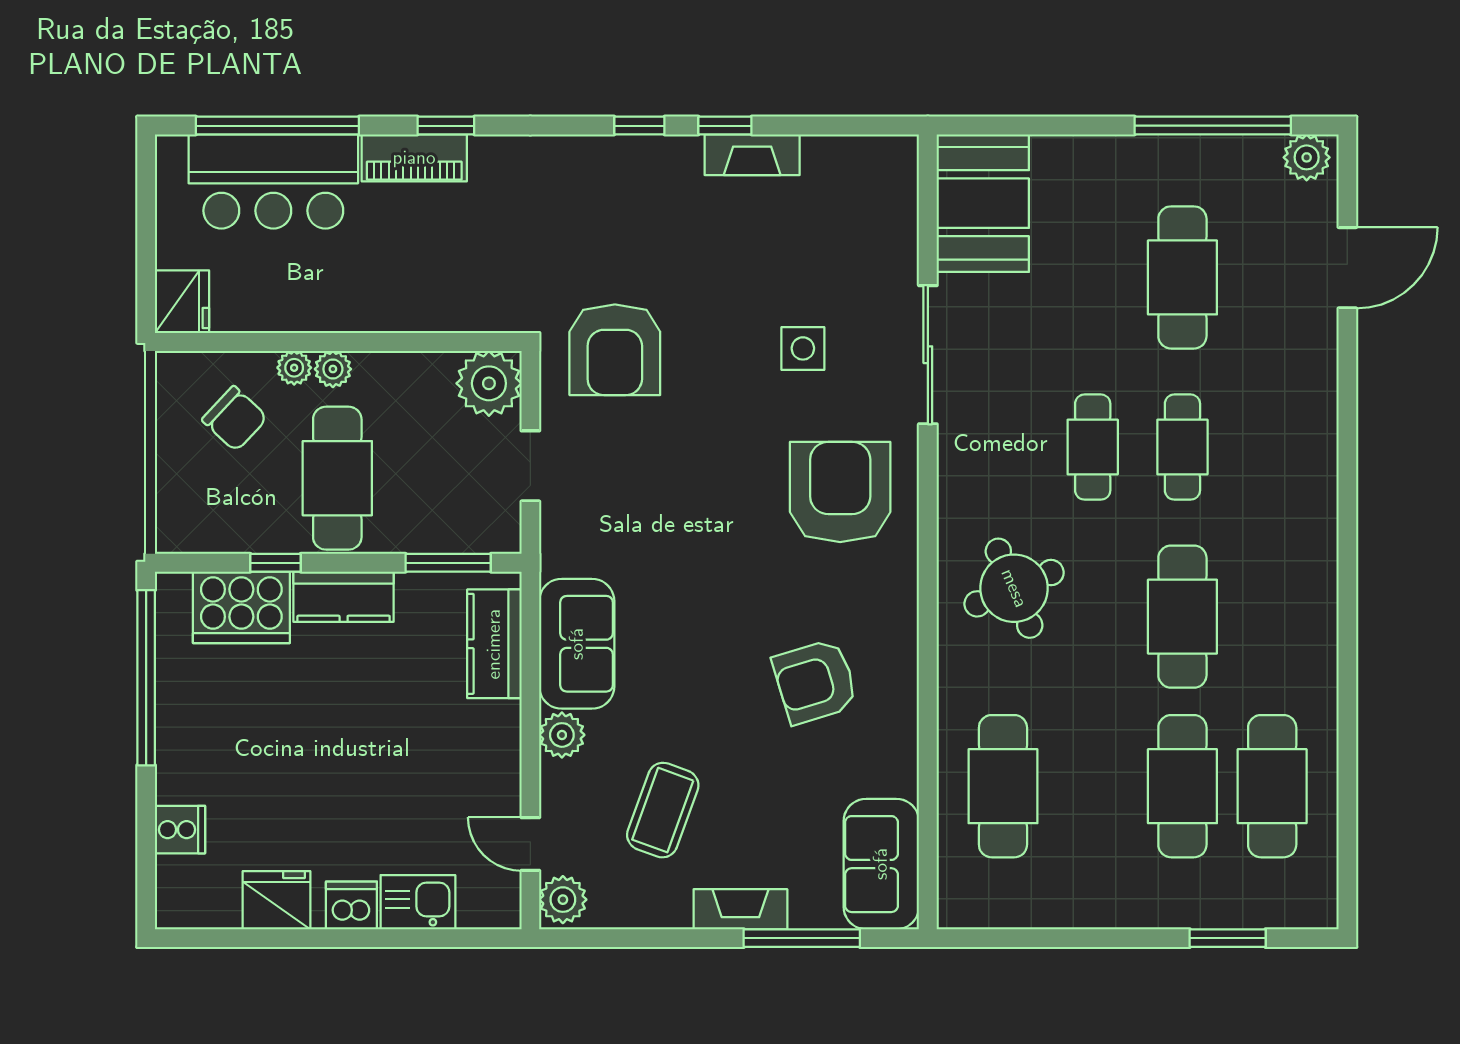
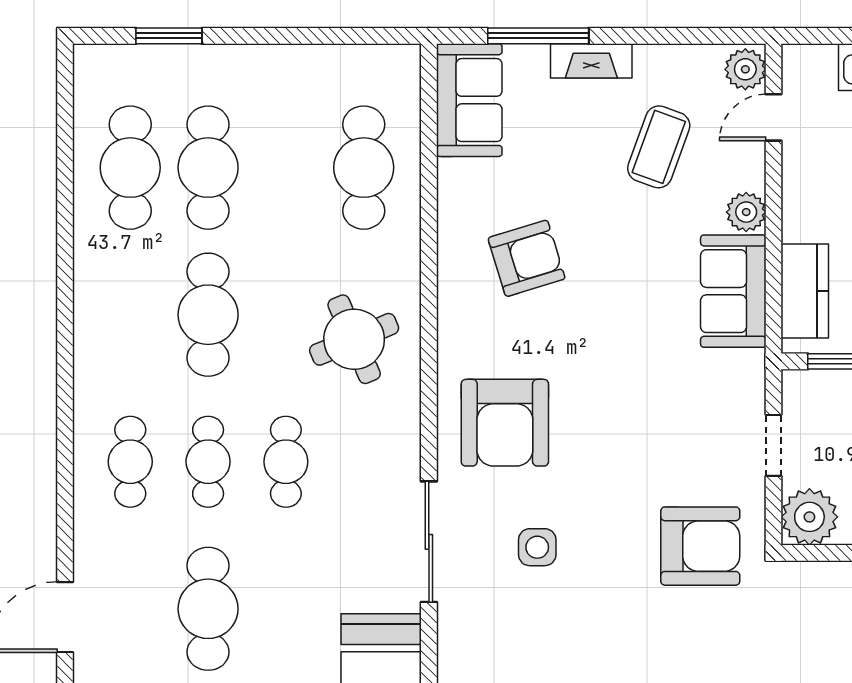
armchair: (615, 350) -> (700, 546), turned 90
cafe table: (1272, 447) -> (130, 462), added
door: (530, 844) -> (774, 117), swing flipped

